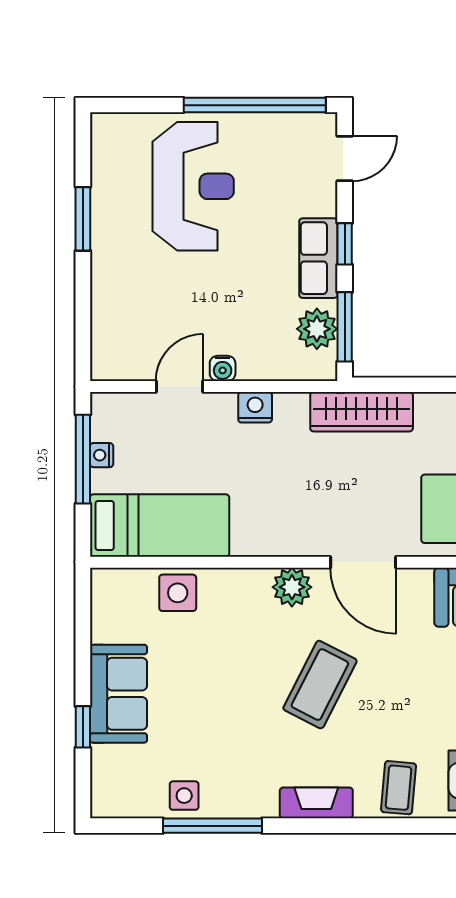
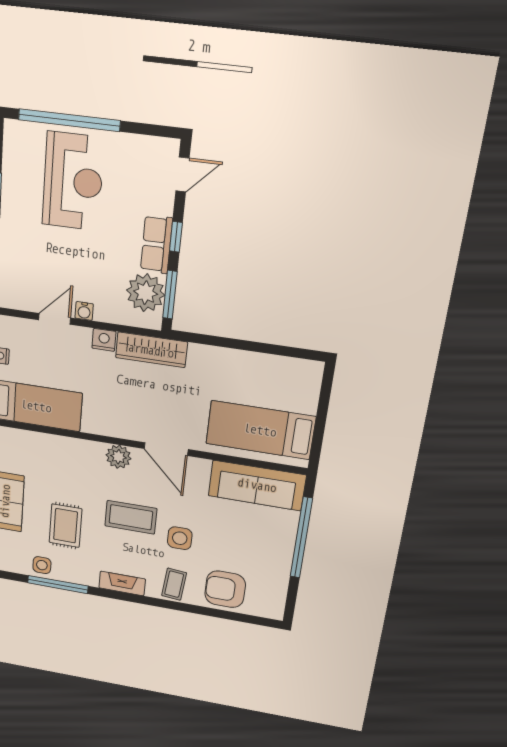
window: (255, 105) -> (69, 120), moved
plant: (317, 329) -> (146, 293), width x1.36, depth x1.36
wardrobe: (362, 412) -> (151, 350), moved
side table: (178, 593) -> (180, 538), moved
coffee table: (320, 685) -> (131, 517), turned 63
rug: (218, 718) -> (65, 526), added

